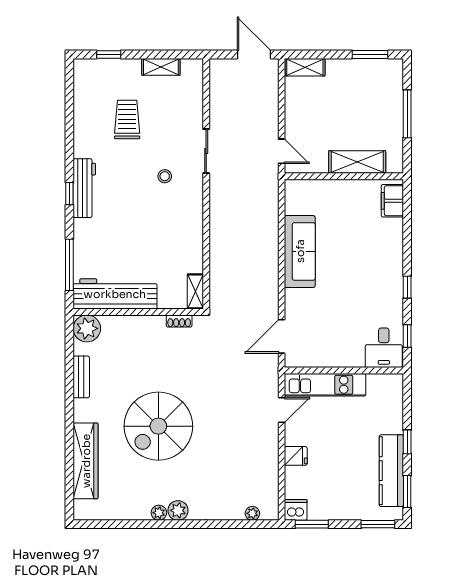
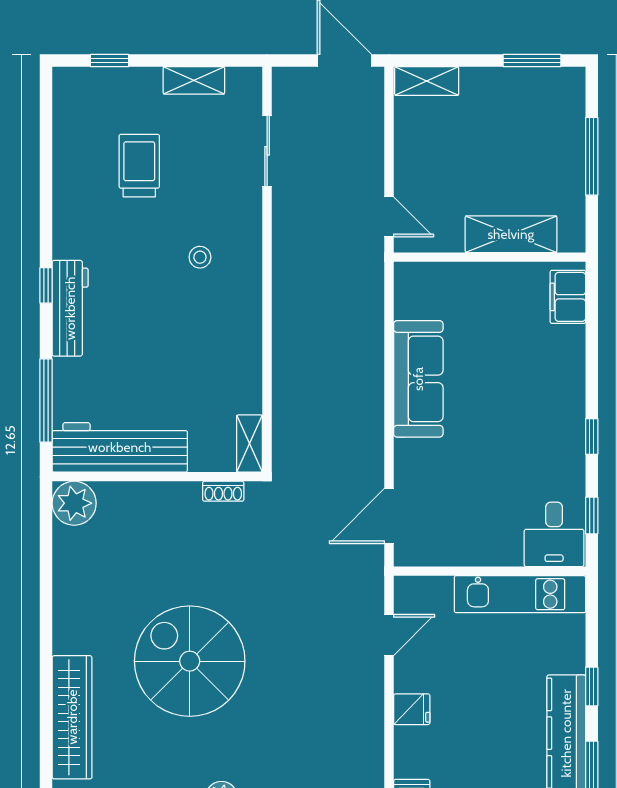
sliding door: (206, 151) -> (267, 151), moved
workbench: (84, 188) -> (70, 308), moved
bench: (81, 377) -> (65, 582), removed
kitchen unit: (325, 385) -> (520, 594), moved
spiral stairs: (158, 426) -> (190, 661), turned 90

